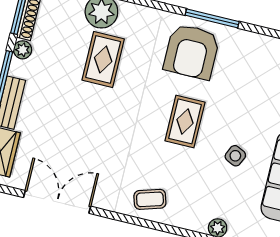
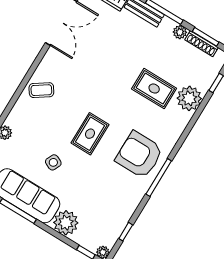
rug: (185, 121) -> (90, 134), turned 90
coffee table: (150, 199) -> (41, 90), turned 73

